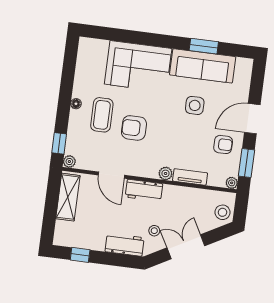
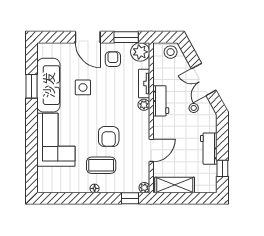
plant: (232, 183) -> (140, 52), width x1.87, depth x1.87
workbench: (144, 190) -> (161, 101), moved
workbench: (125, 245) -> (209, 149), moved

